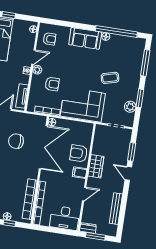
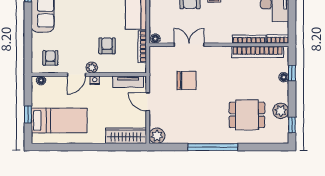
door: (34, 57) -> (76, 75), swing flipped
chair: (16, 141) -> (187, 81), turned -90
double door: (43, 147) -> (189, 45), width x0.54

